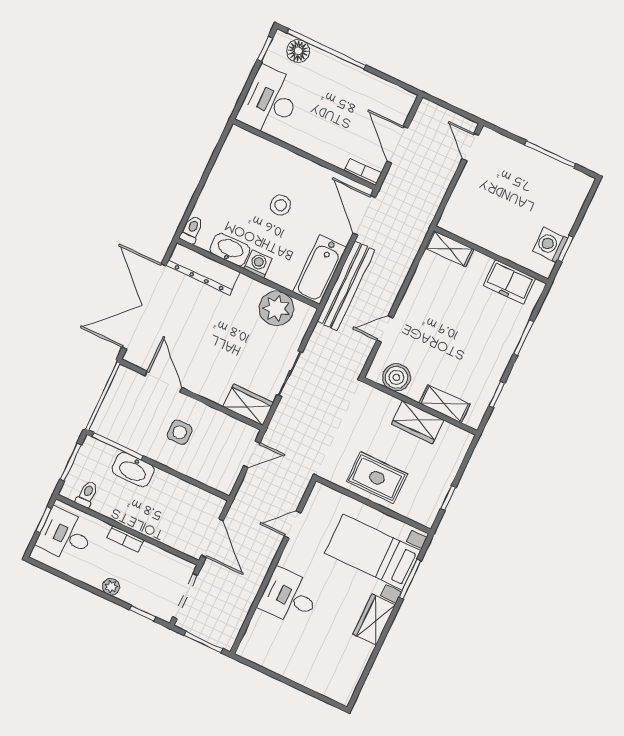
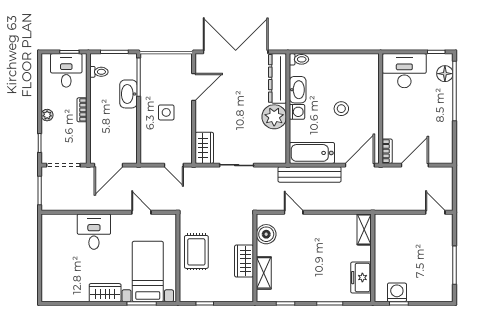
door: (470, 147) -> (435, 212), hinge flipped
plant: (276, 308) -> (274, 117), moved

